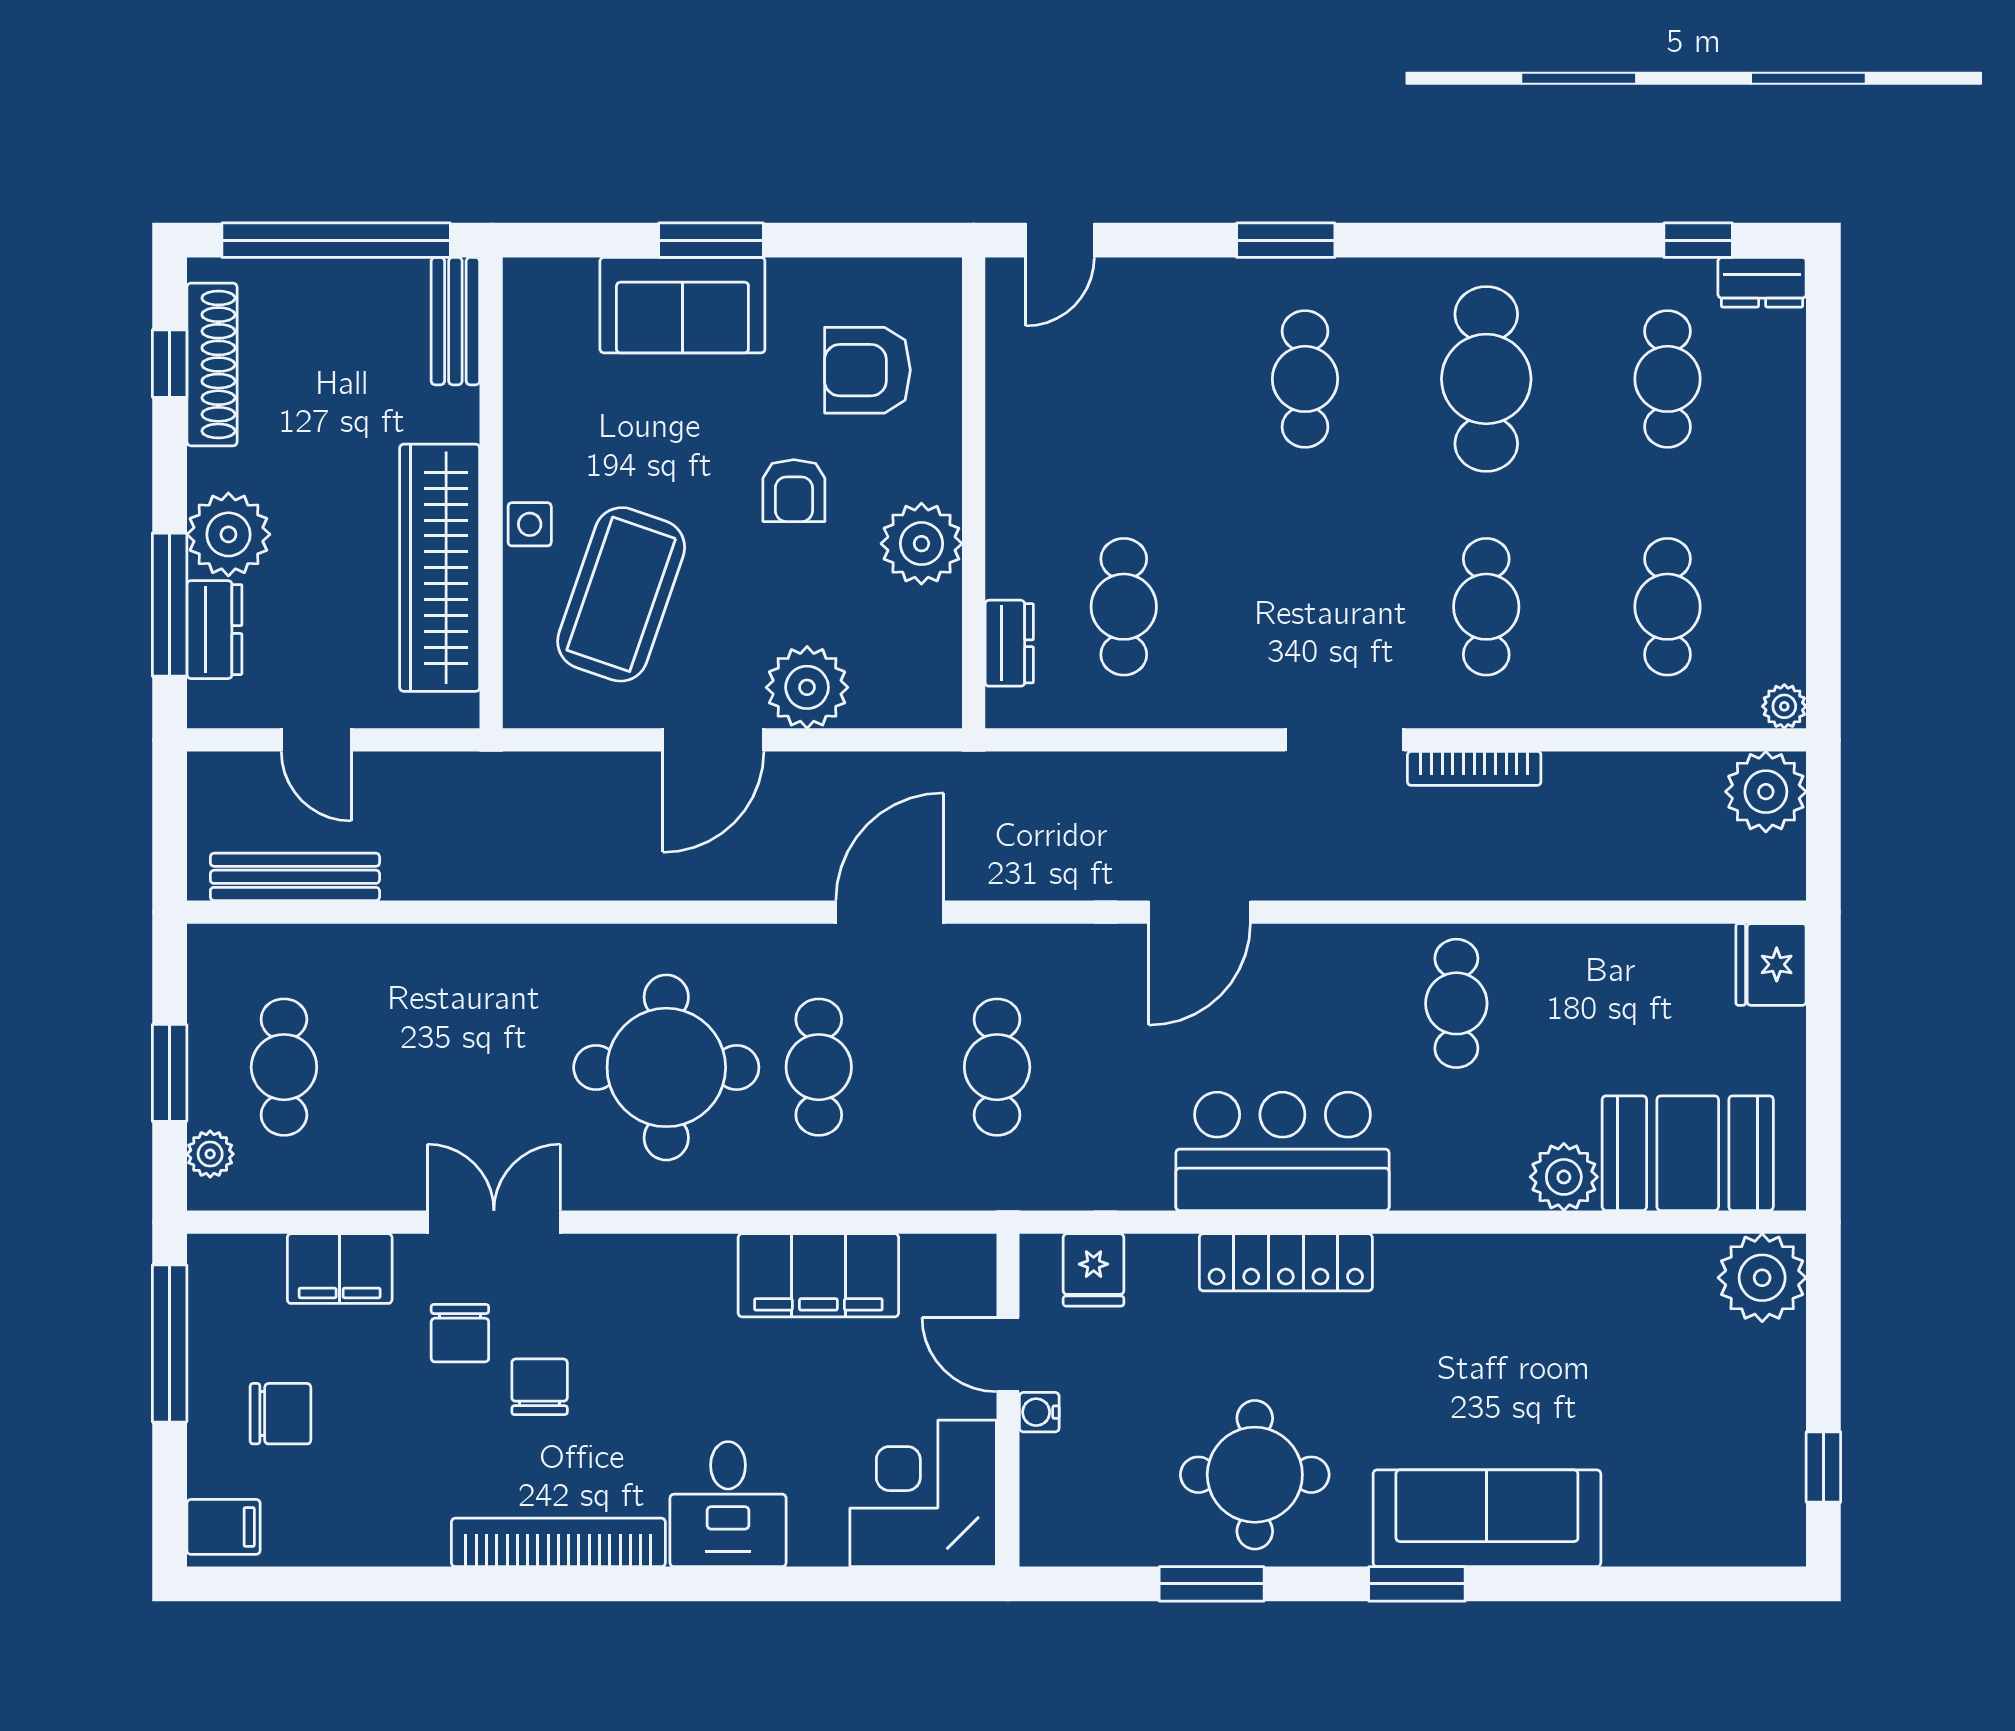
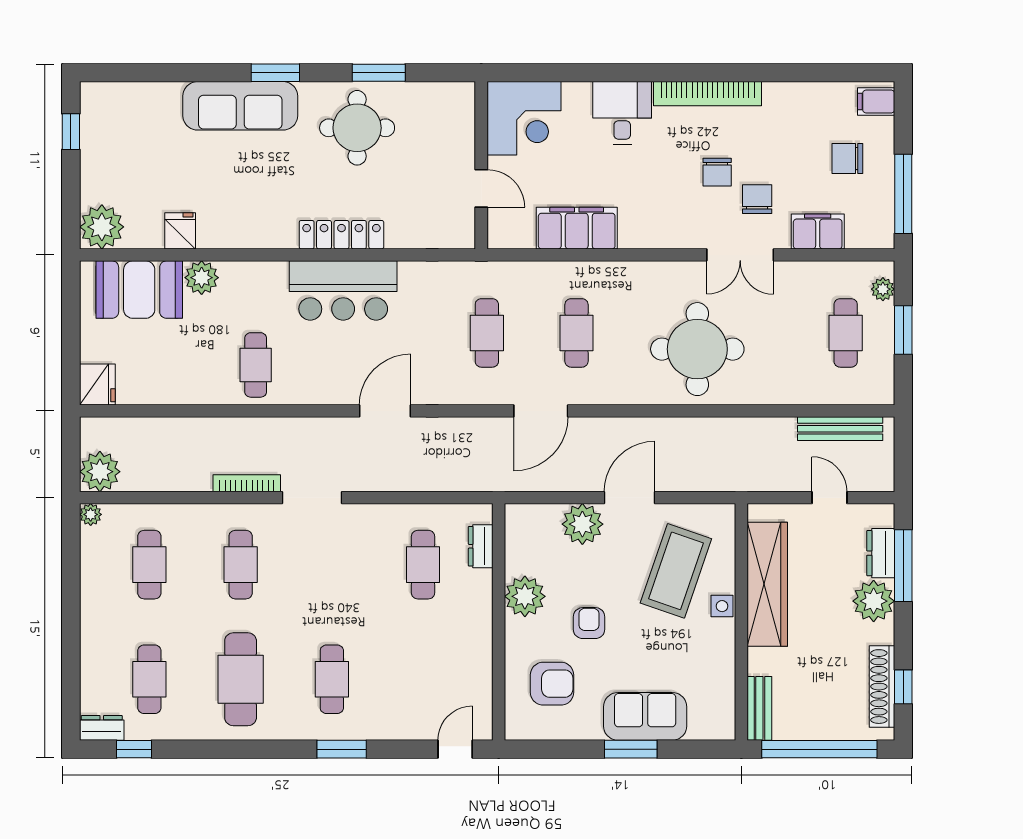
round table: (666, 1067) -> (697, 349), moved
fridge: (1094, 1270) -> (180, 231), moved
water cooler: (1039, 1412) -> (466, 159), removed

